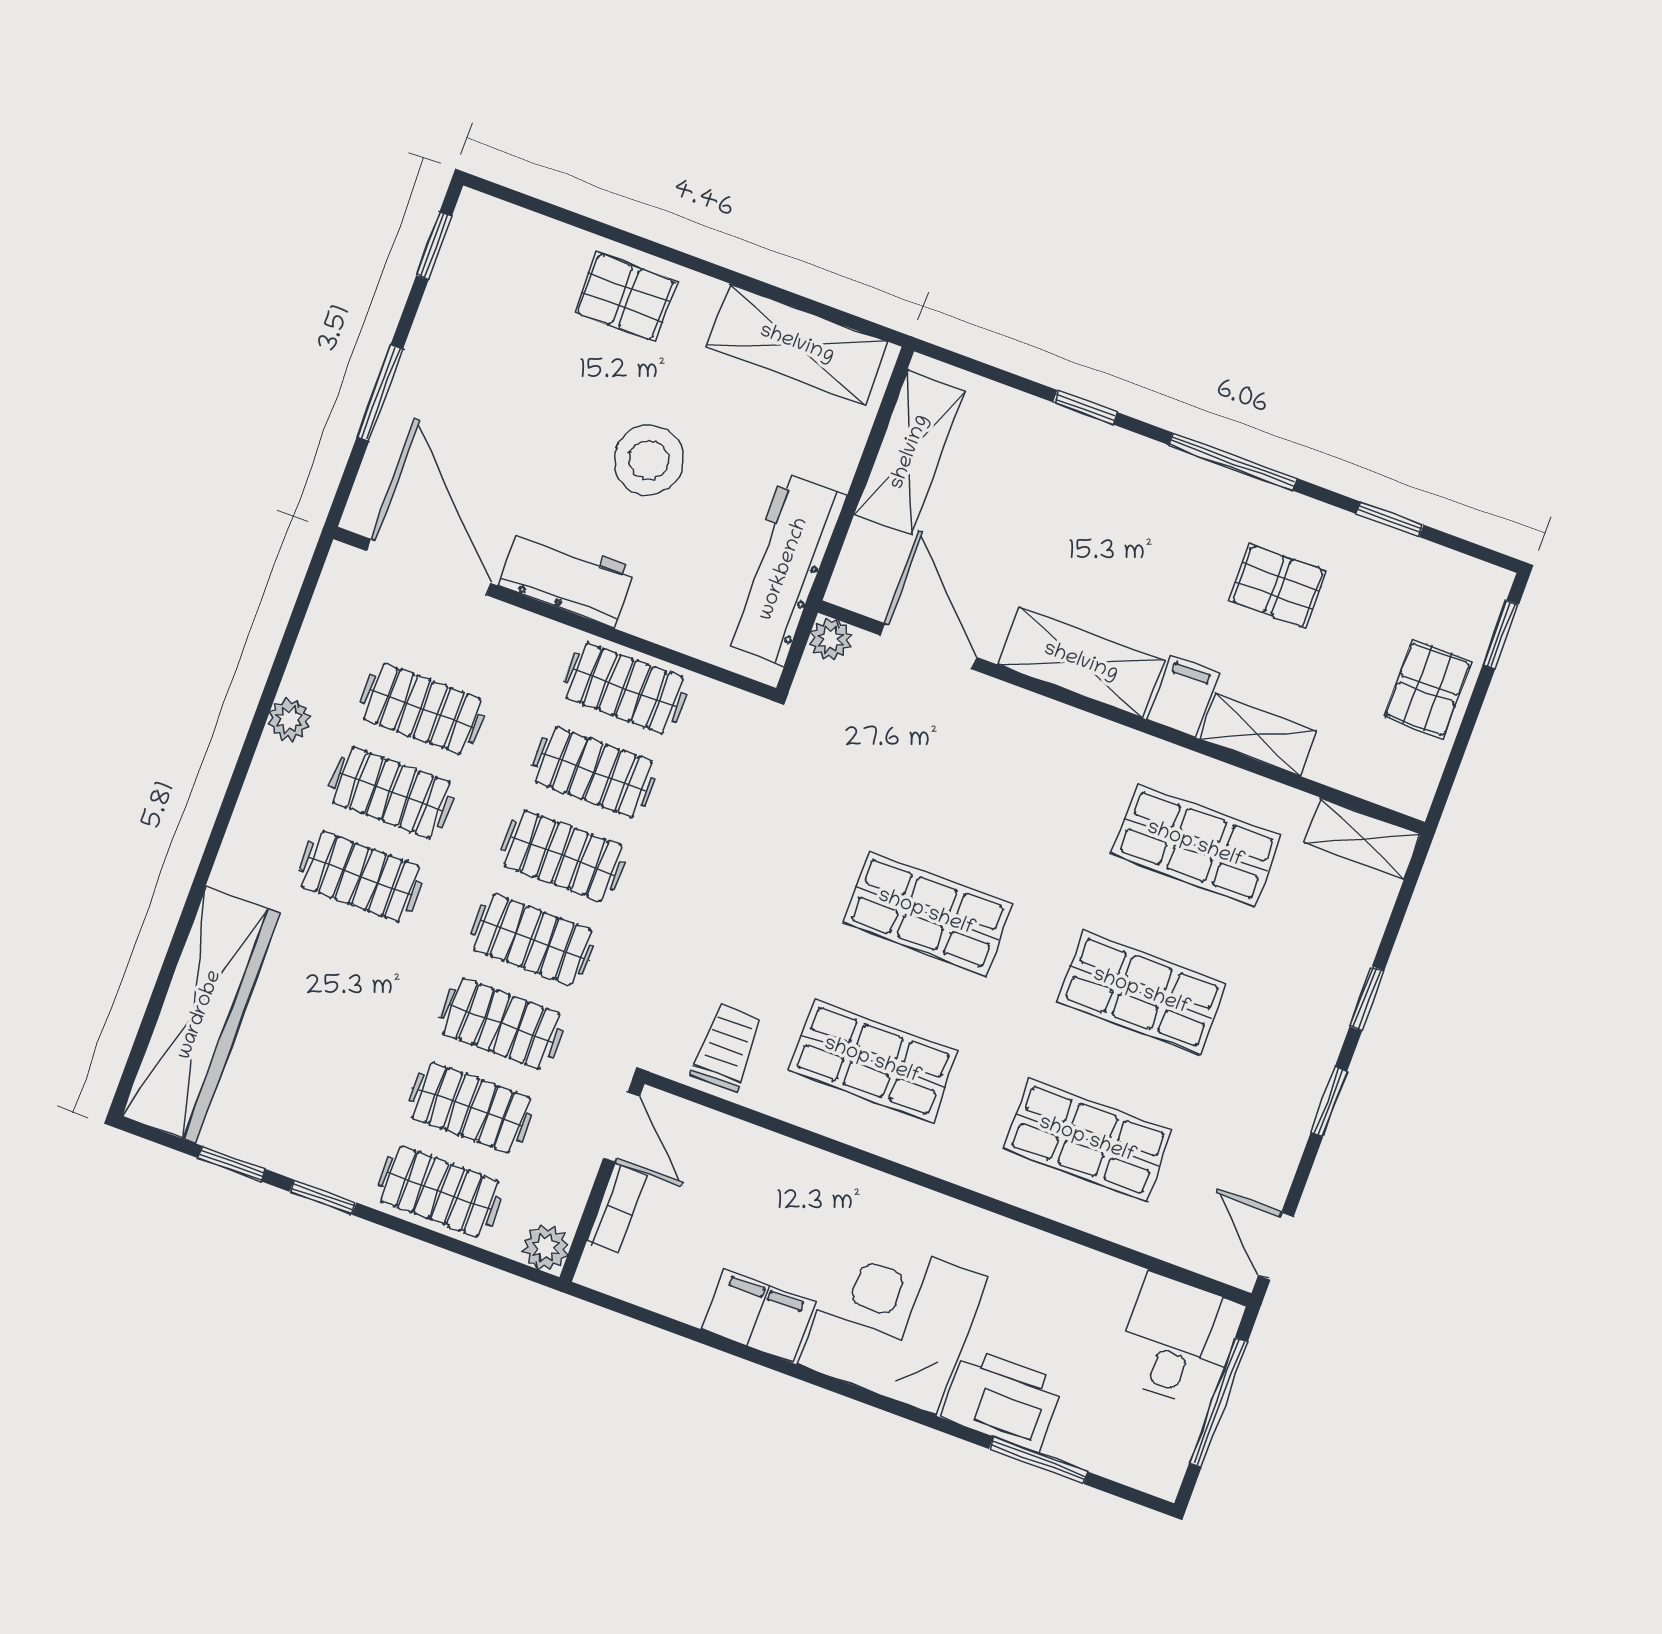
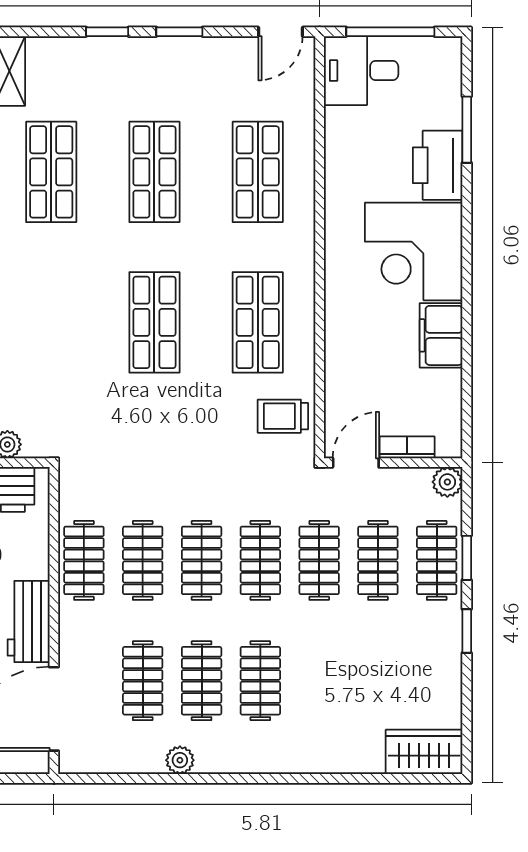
wardrobe: (200, 1015) -> (424, 752), width x0.48, depth x0.85
window: (232, 1164) -> (467, 558), moved

